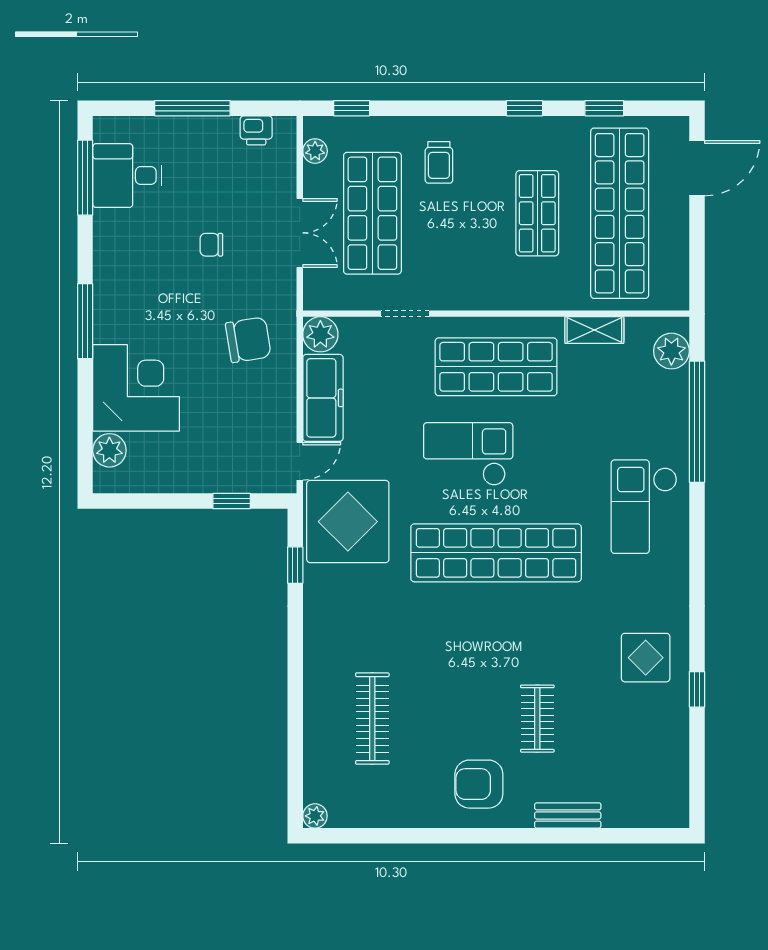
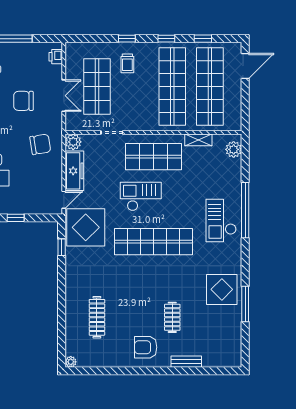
window: (352, 108) -> (127, 39), moved
printer: (256, 130) -> (56, 57), moved, turned 90
plant: (315, 151) -> (71, 58), removed
shop shelf: (537, 213) -> (172, 87), width x2.00, depth x1.36
chair: (211, 245) -> (23, 101), width x1.87, depth x1.87
window: (697, 422) -> (245, 210), moved
window: (232, 501) -> (16, 218), moved
display table: (646, 658) -> (222, 289), width x1.36, depth x1.36
window: (697, 689) -> (245, 304), width x2.17

